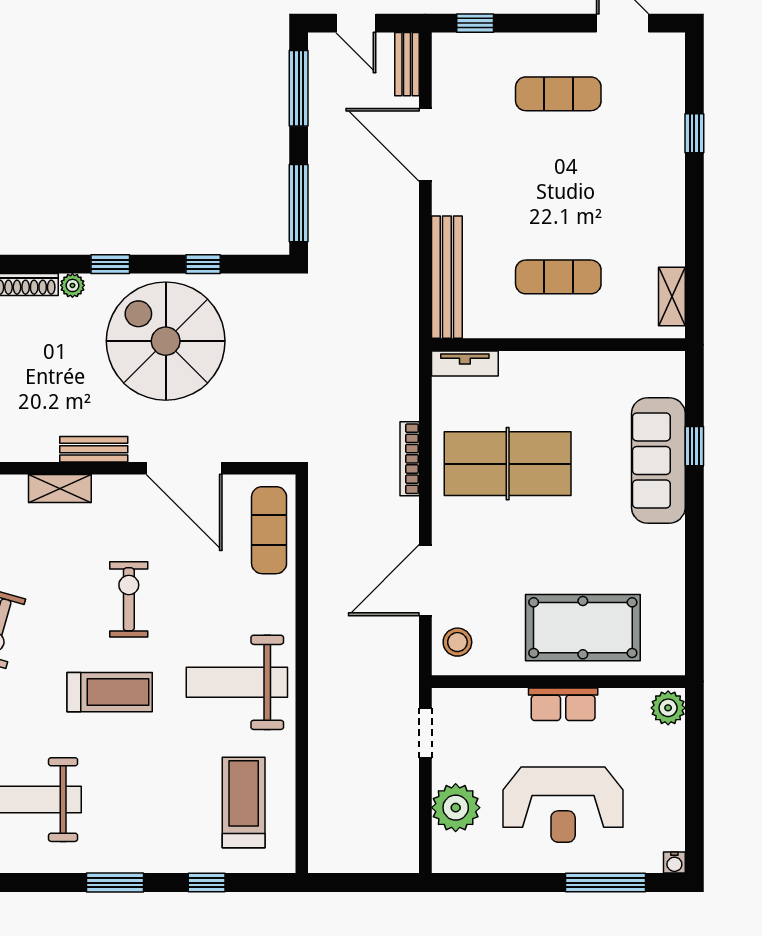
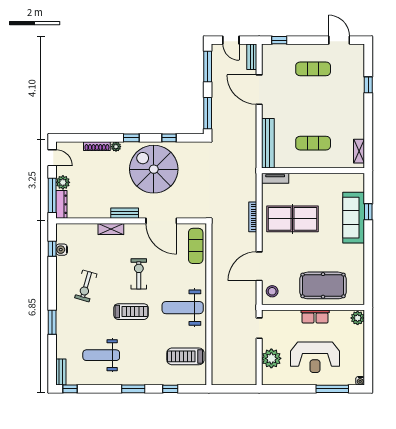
treadmill: (244, 803) -> (185, 356), turned -90

